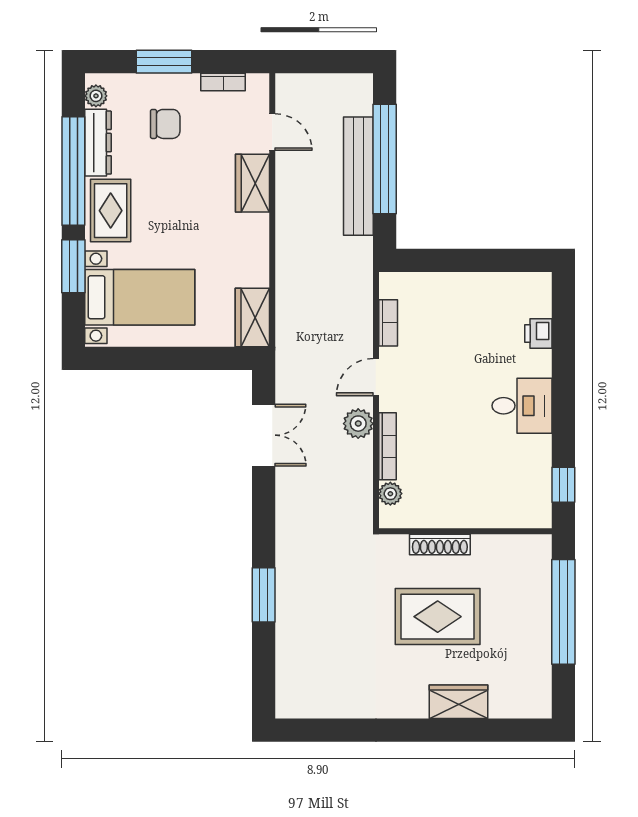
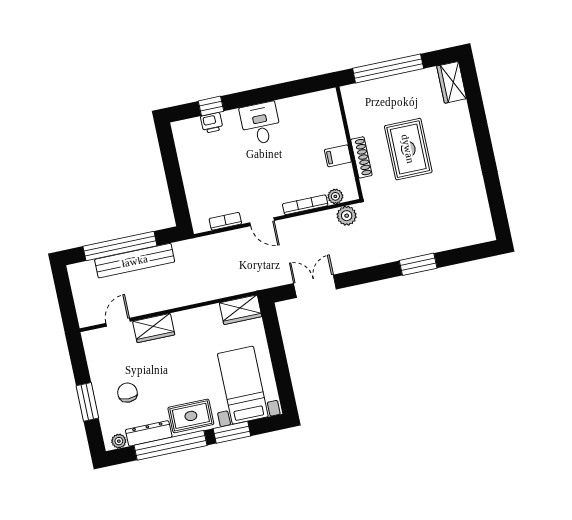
bookcase: (223, 82) -> (92, 361), removed
plant: (358, 424) -> (347, 216), moved
window: (563, 485) -> (211, 106), moved
filing cabinet: (450, 510) -> (338, 156), added
wardrobe: (459, 702) -> (452, 82), moved

